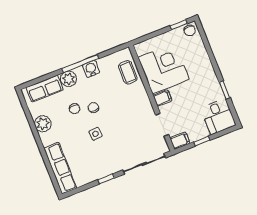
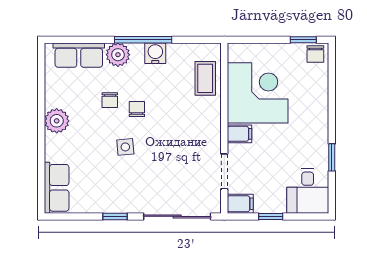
plant: (43, 124) -> (57, 121), moved
row of seats: (60, 168) -> (57, 188), width x0.68

